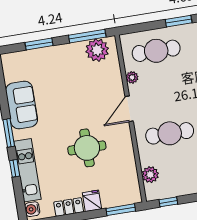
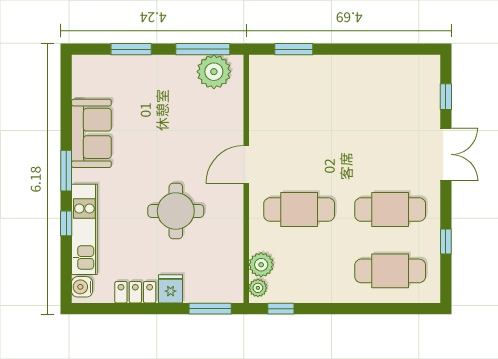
window: (179, 21) -> (294, 49), moved
cafe table: (156, 51) -> (299, 87), removed
plant: (132, 77) -> (258, 288), moved

